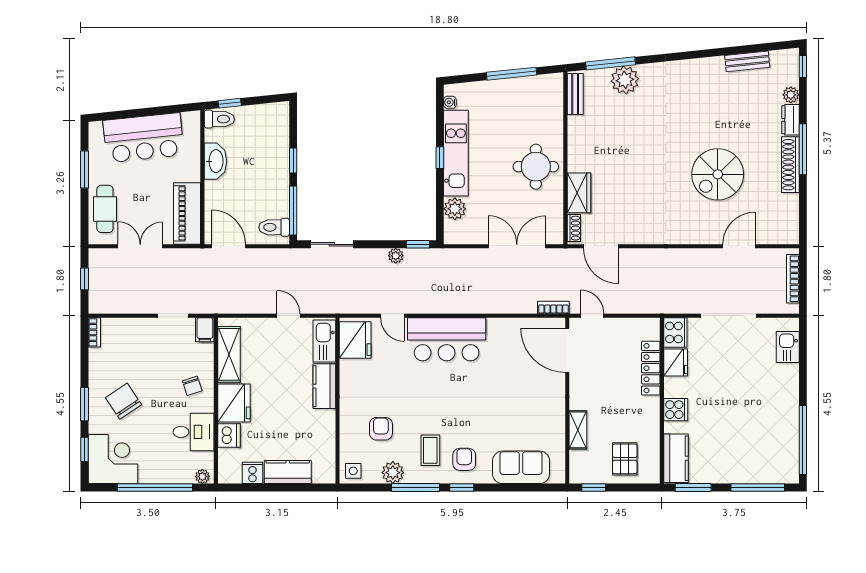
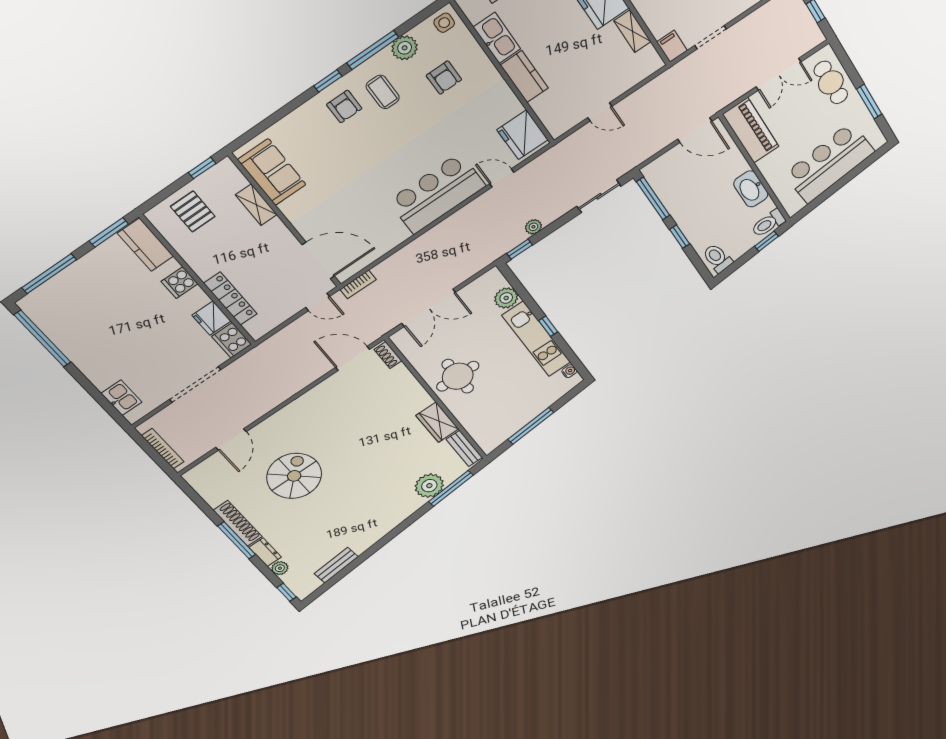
wardrobe: (579, 193) -> (437, 422), moved
toilet: (274, 227) -> (717, 258), moved, turned -96
kitchen sink: (324, 341) -> (497, 38), moved
shelving: (229, 354) -> (632, 31), width x0.67, depth x0.75
sofa: (521, 467) -> (272, 172), moved, turned -90

